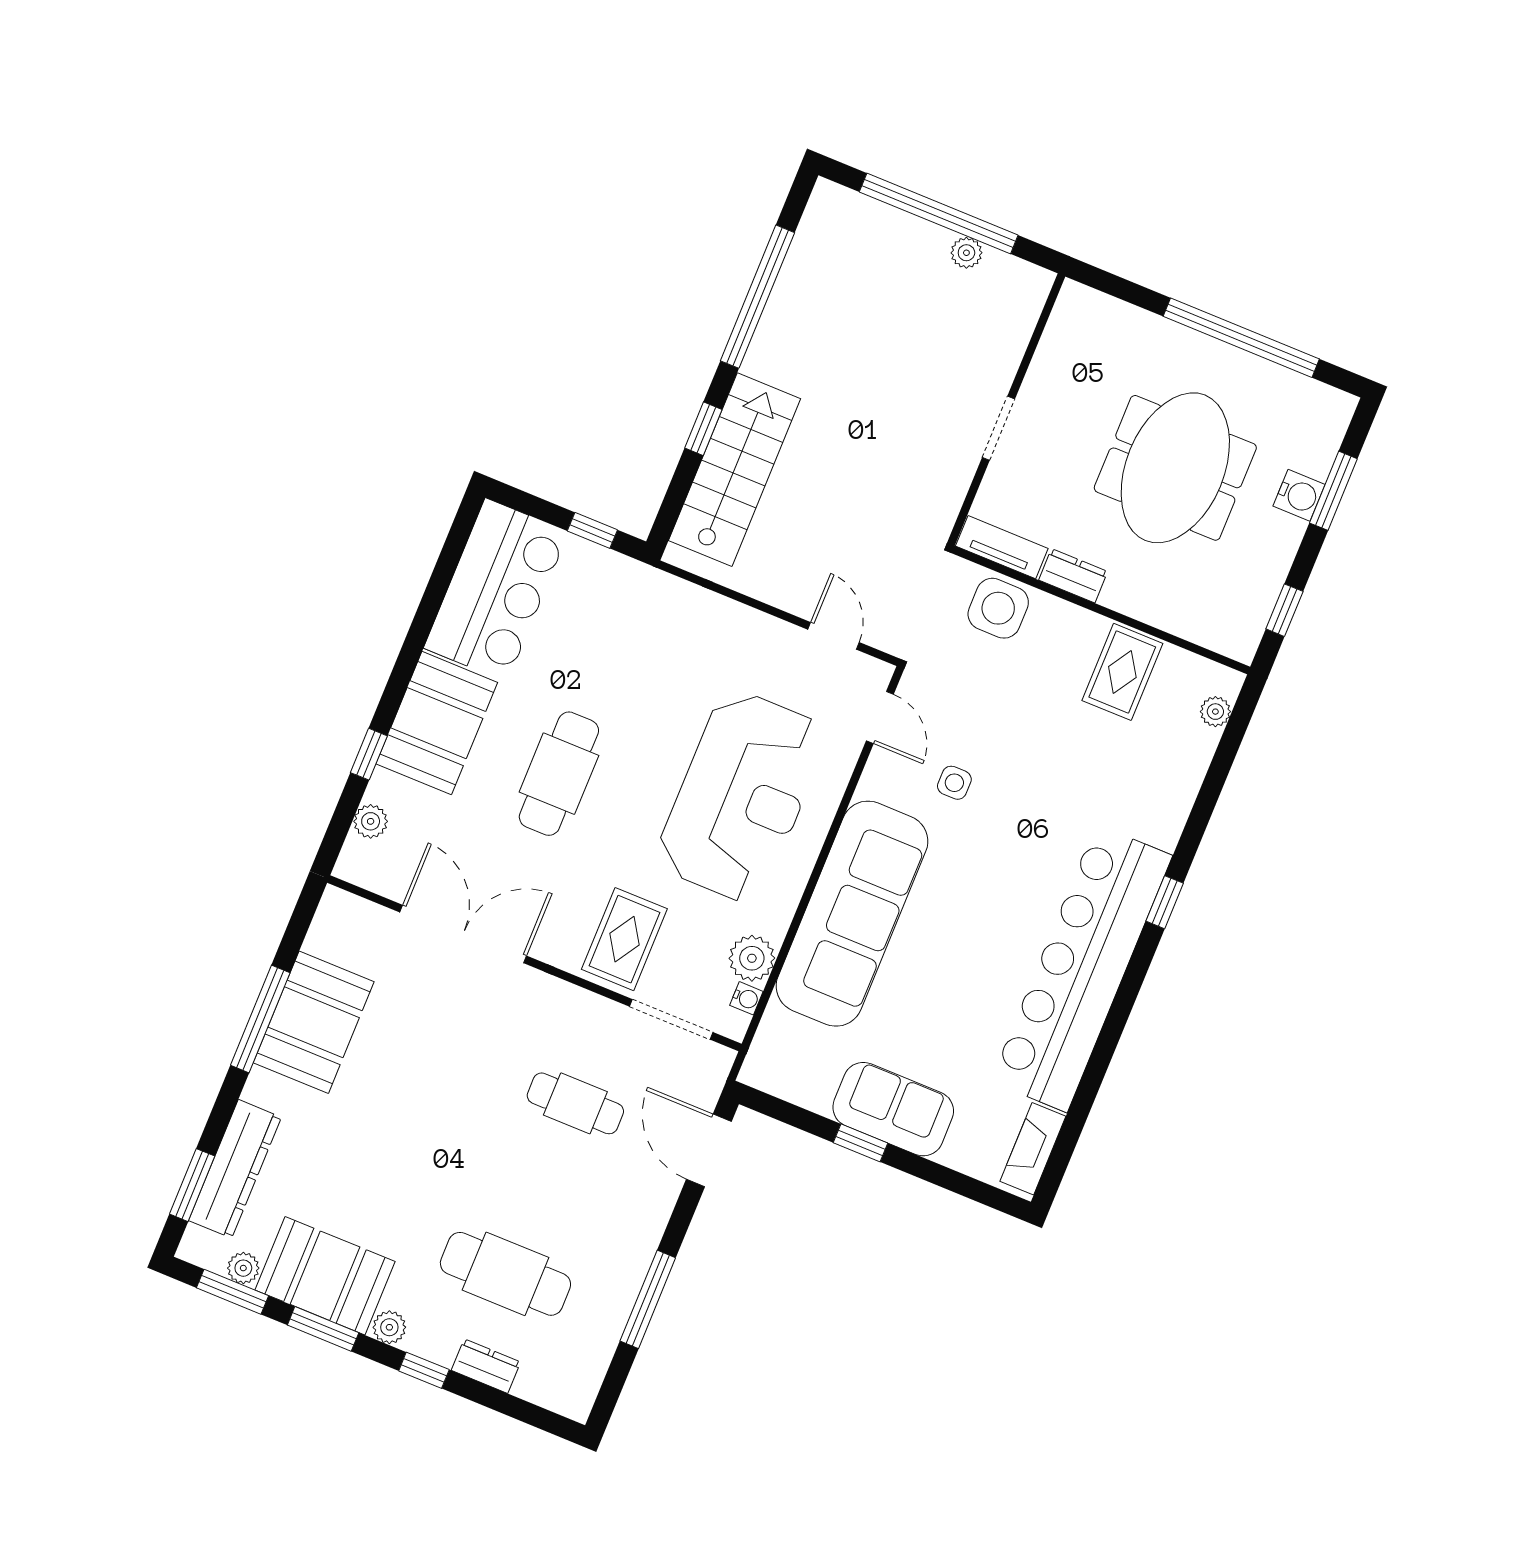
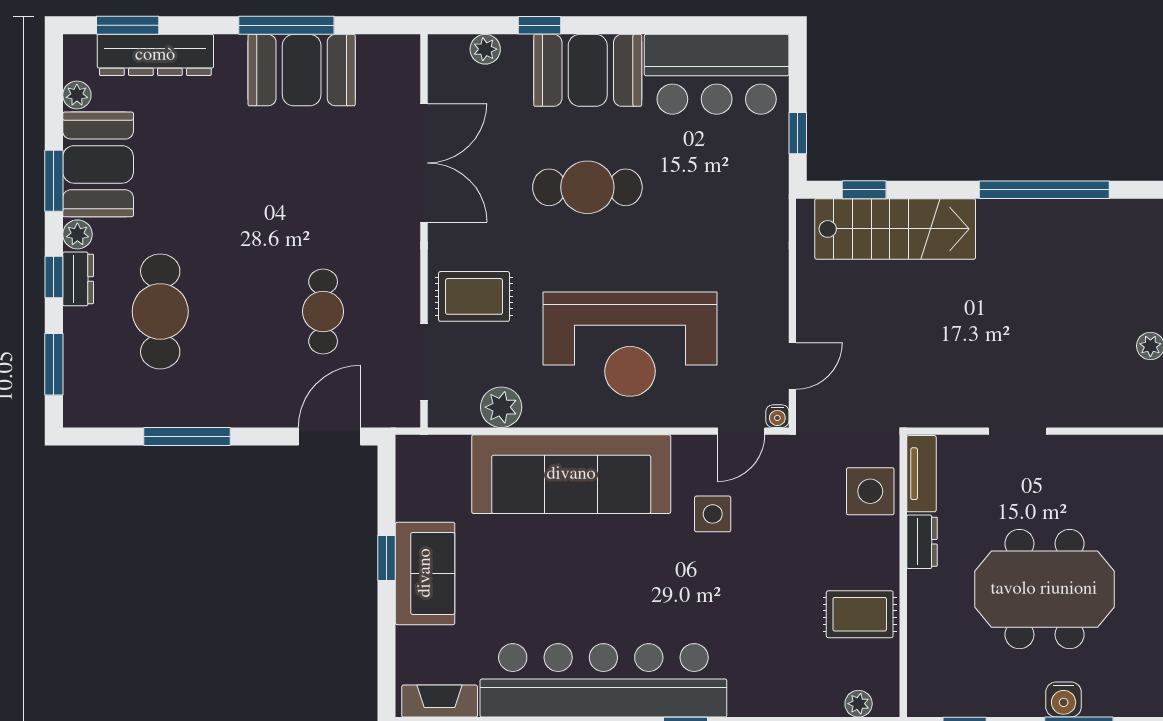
window: (703, 429) -> (864, 190), moved
side table: (954, 783) -> (713, 514), width x1.37, depth x1.37
water cooler: (746, 998) -> (777, 416), moved
window: (232, 1292) -> (54, 364), moved
dresser: (486, 1366) -> (78, 279), moved

